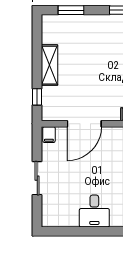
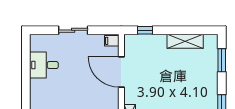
shelving: (49, 65) -> (185, 41), moved
desk: (94, 211) -> (44, 65), moved

